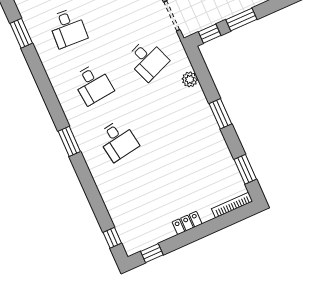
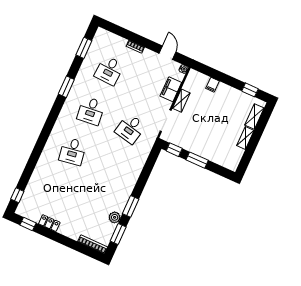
desk: (147, 60) -> (130, 129), turned 33
plant: (190, 79) -> (115, 217), moved
window: (220, 114) -> (131, 206), moved
window: (69, 141) -> (66, 87), moved
locker: (187, 223) -> (49, 223), moved

